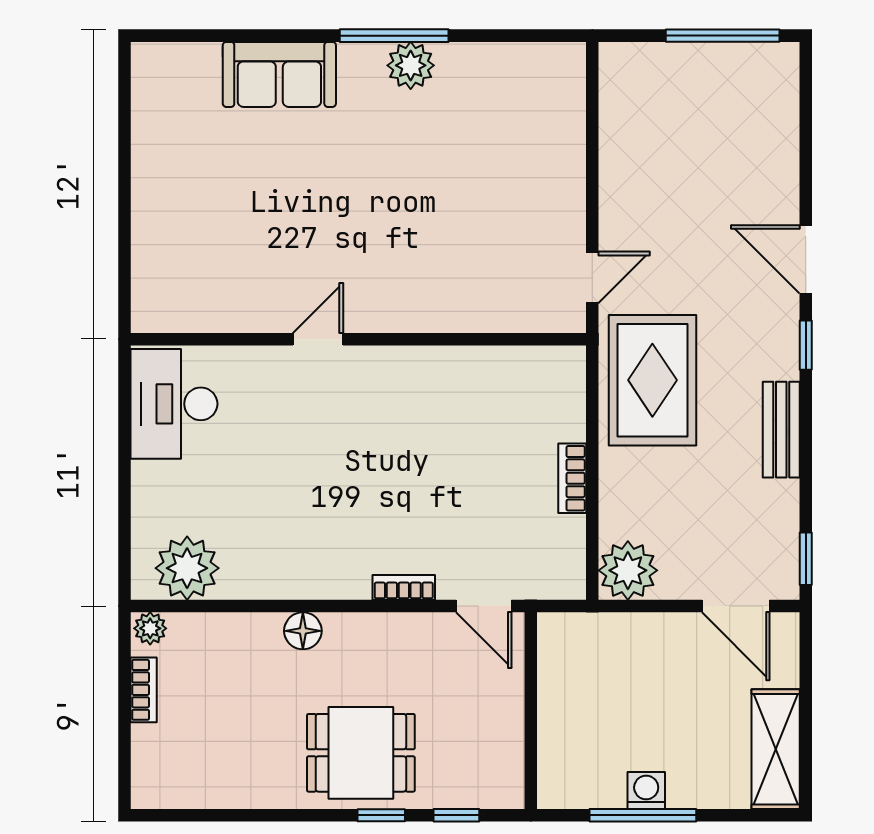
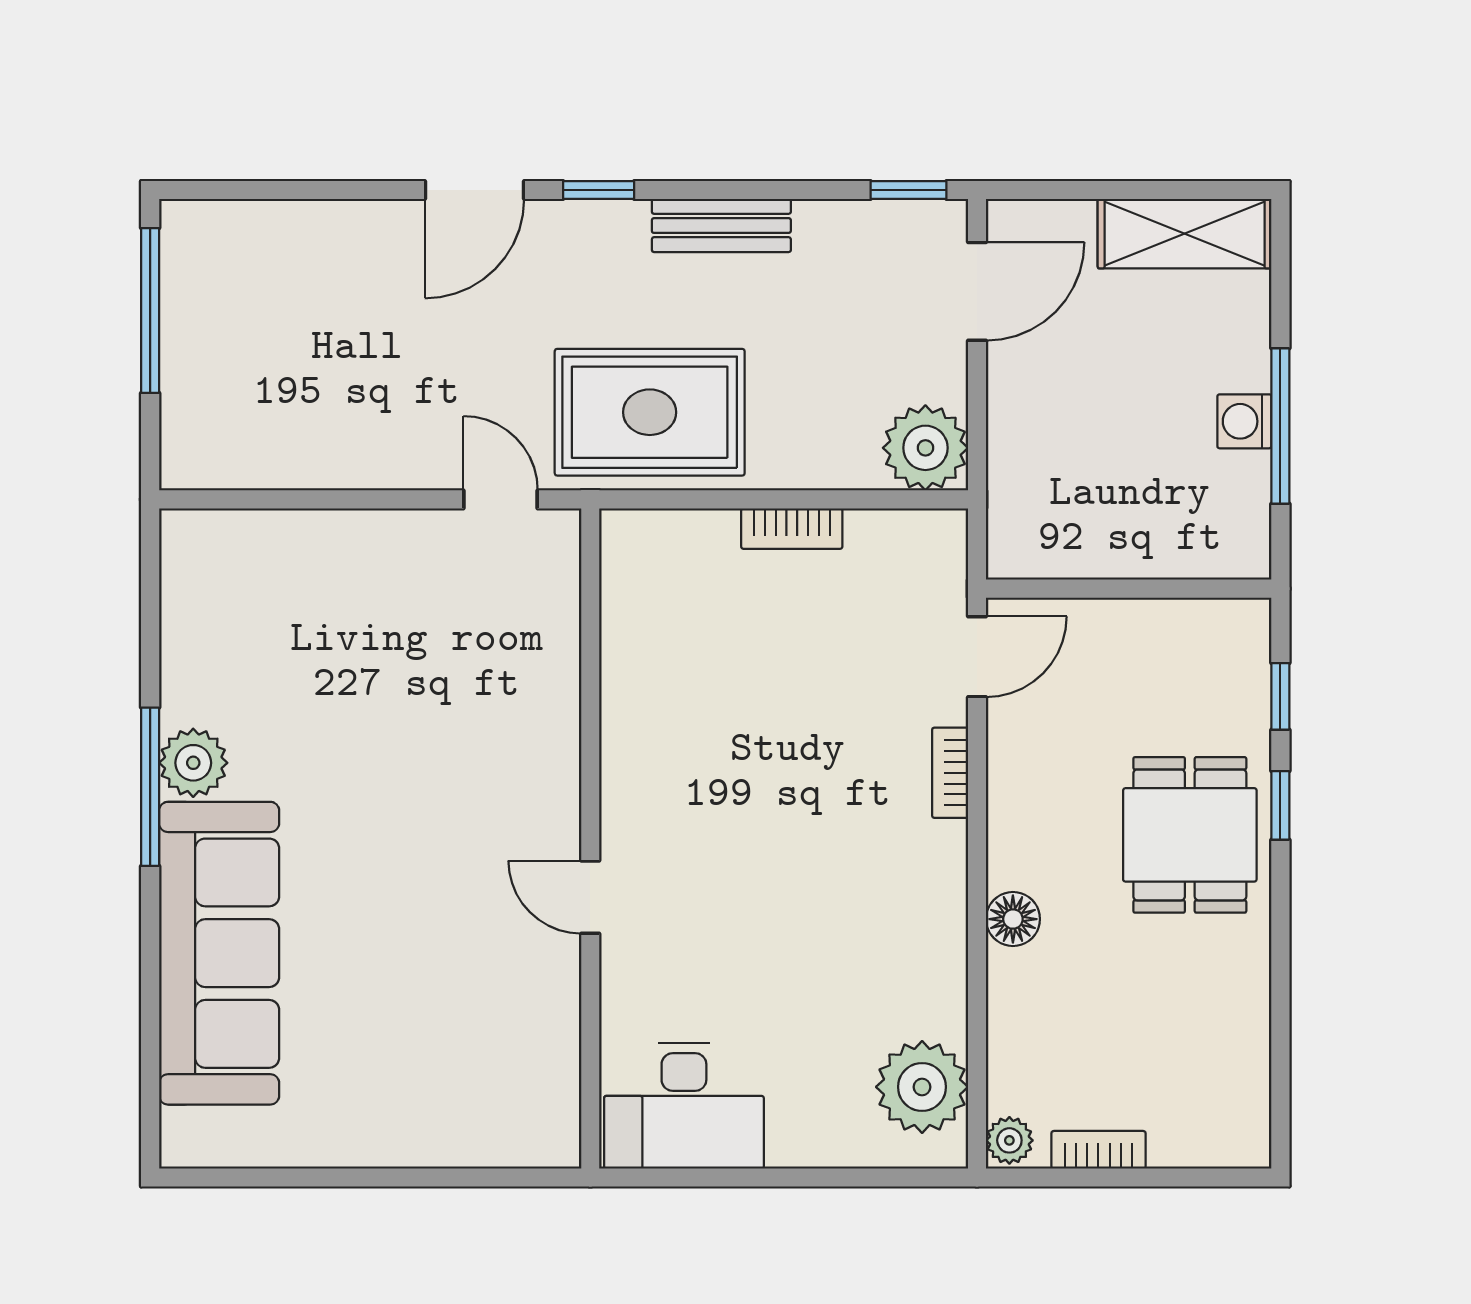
sofa: (279, 74) -> (219, 953), width x1.85, depth x1.27

